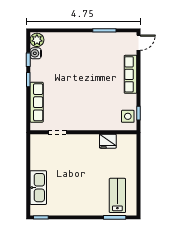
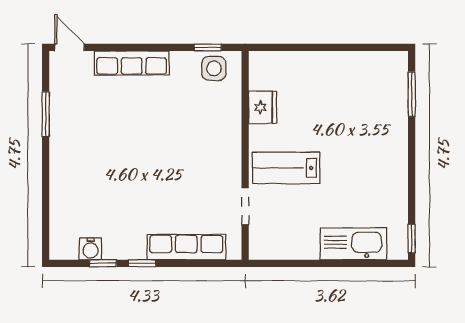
plant: (37, 40) -> (64, 246), removed
lab bench: (117, 195) -> (286, 168), moved

